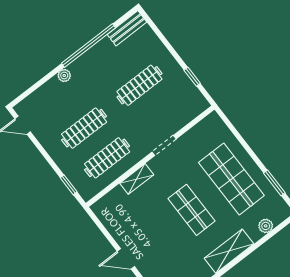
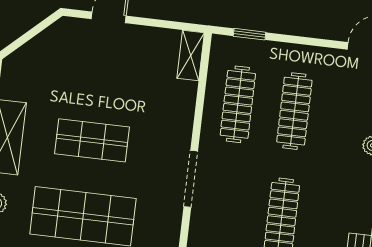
doorway: (164, 146) -> (191, 179), width x1.38
shelving: (137, 179) -> (191, 55), moved

